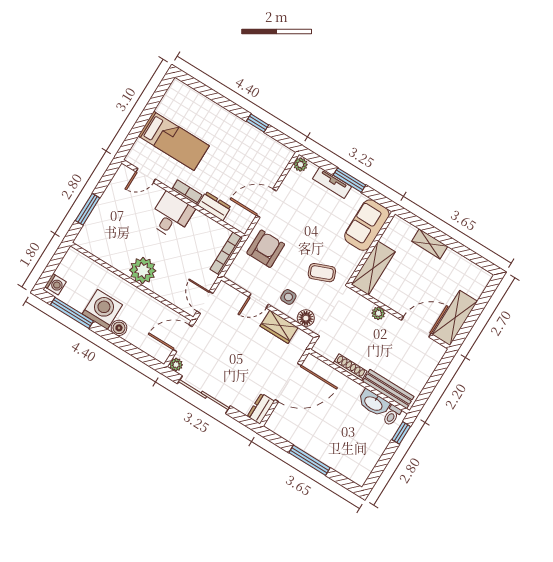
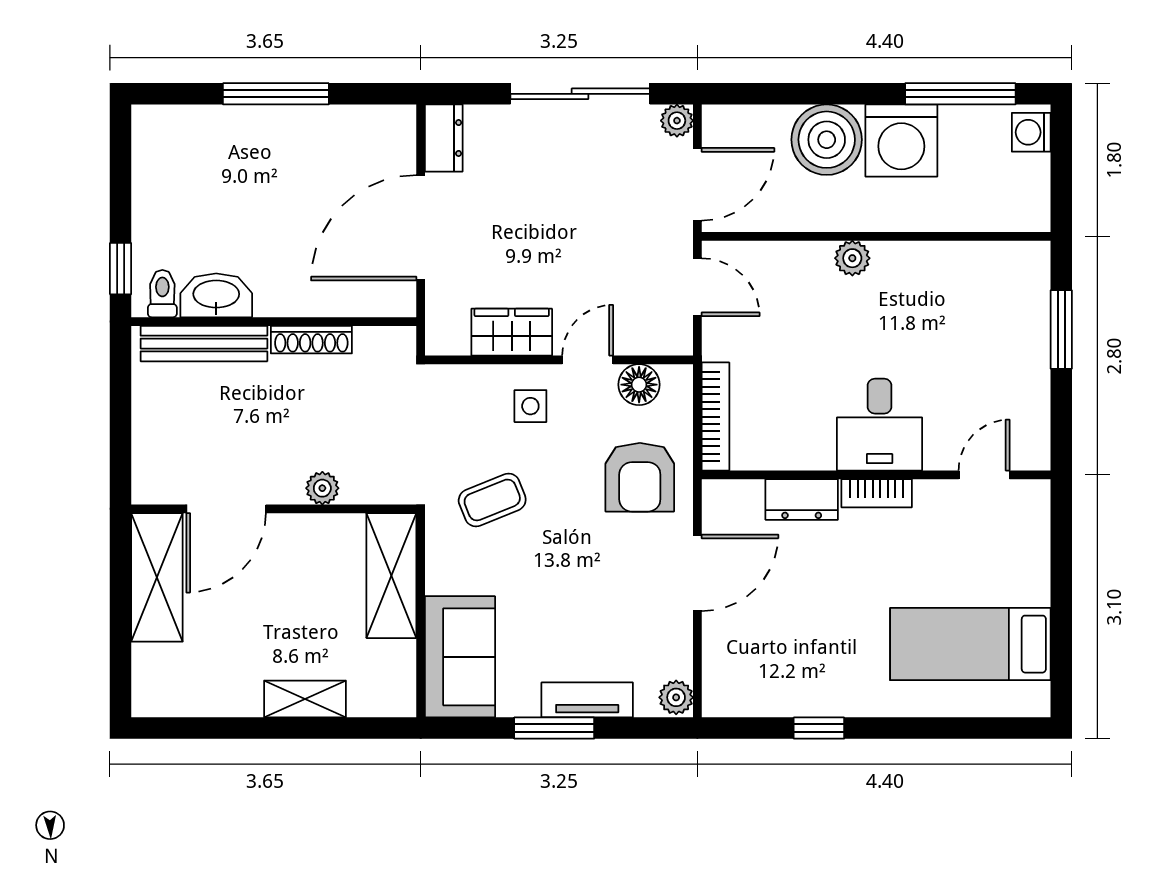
bed: (174, 141) -> (970, 644), moved
plant: (143, 270) -> (852, 258), width x0.53, depth x0.53
floor lamp: (306, 318) -> (639, 385), moved
boiler: (119, 328) -> (827, 140), width x1.86, depth x1.86

